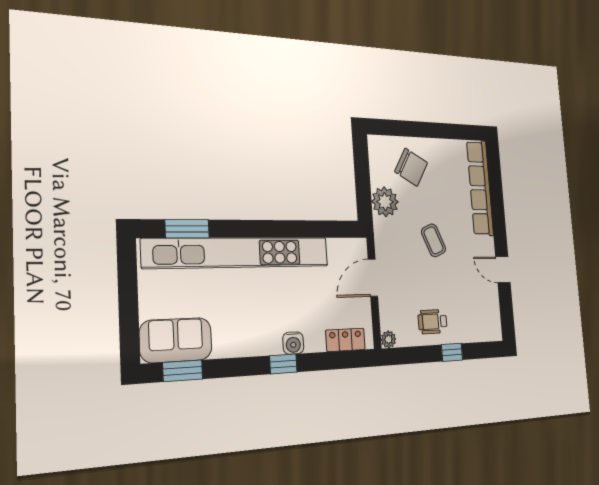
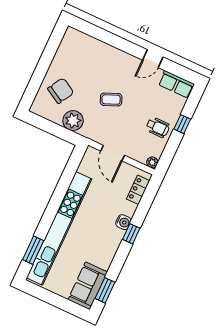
row of seats: (480, 188) -> (176, 84), moved, width x0.50
wheelchair: (433, 322) -> (158, 127), turned -90

